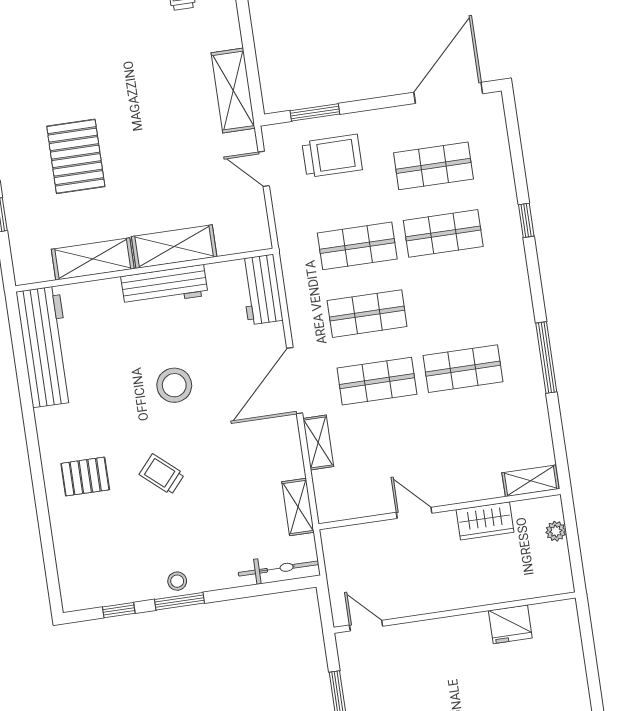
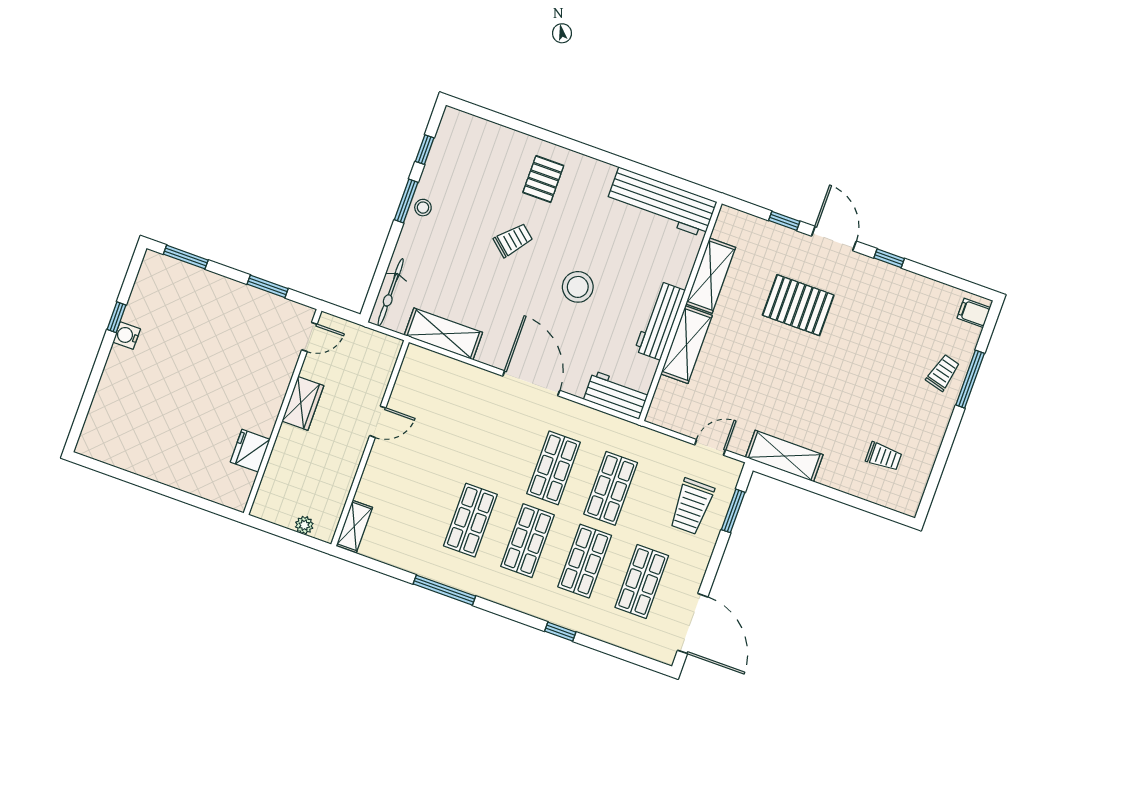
shop shelf: (377, 381) -> (528, 541), moved
shelving: (318, 442) -> (473, 376), removed
shelving: (298, 507) -> (443, 334), width x1.50, depth x1.33
wardrobe: (485, 521) -> (303, 403), moved, turned 180

